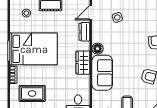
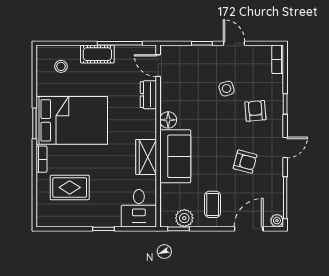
door: (91, 13) -> (158, 66), hinge flipped
side table: (117, 17) -> (227, 89), moved
wardrobe: (83, 63) -> (146, 157), moved

